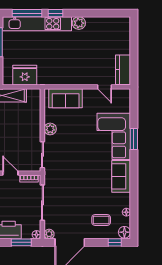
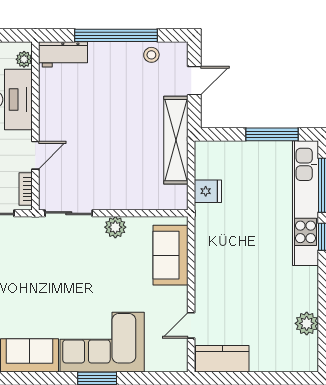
plant: (79, 23) -> (307, 323), moved
fridge: (25, 75) -> (208, 191), width x0.53, depth x0.75

